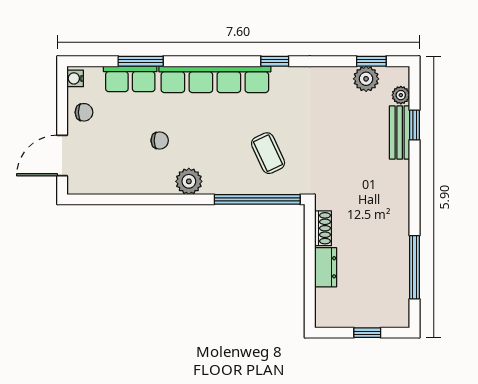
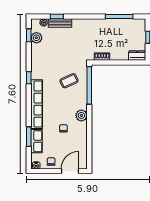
door: (62, 155) -> (70, 171), swing flipped
dresser: (326, 267) -> (137, 56), moved

